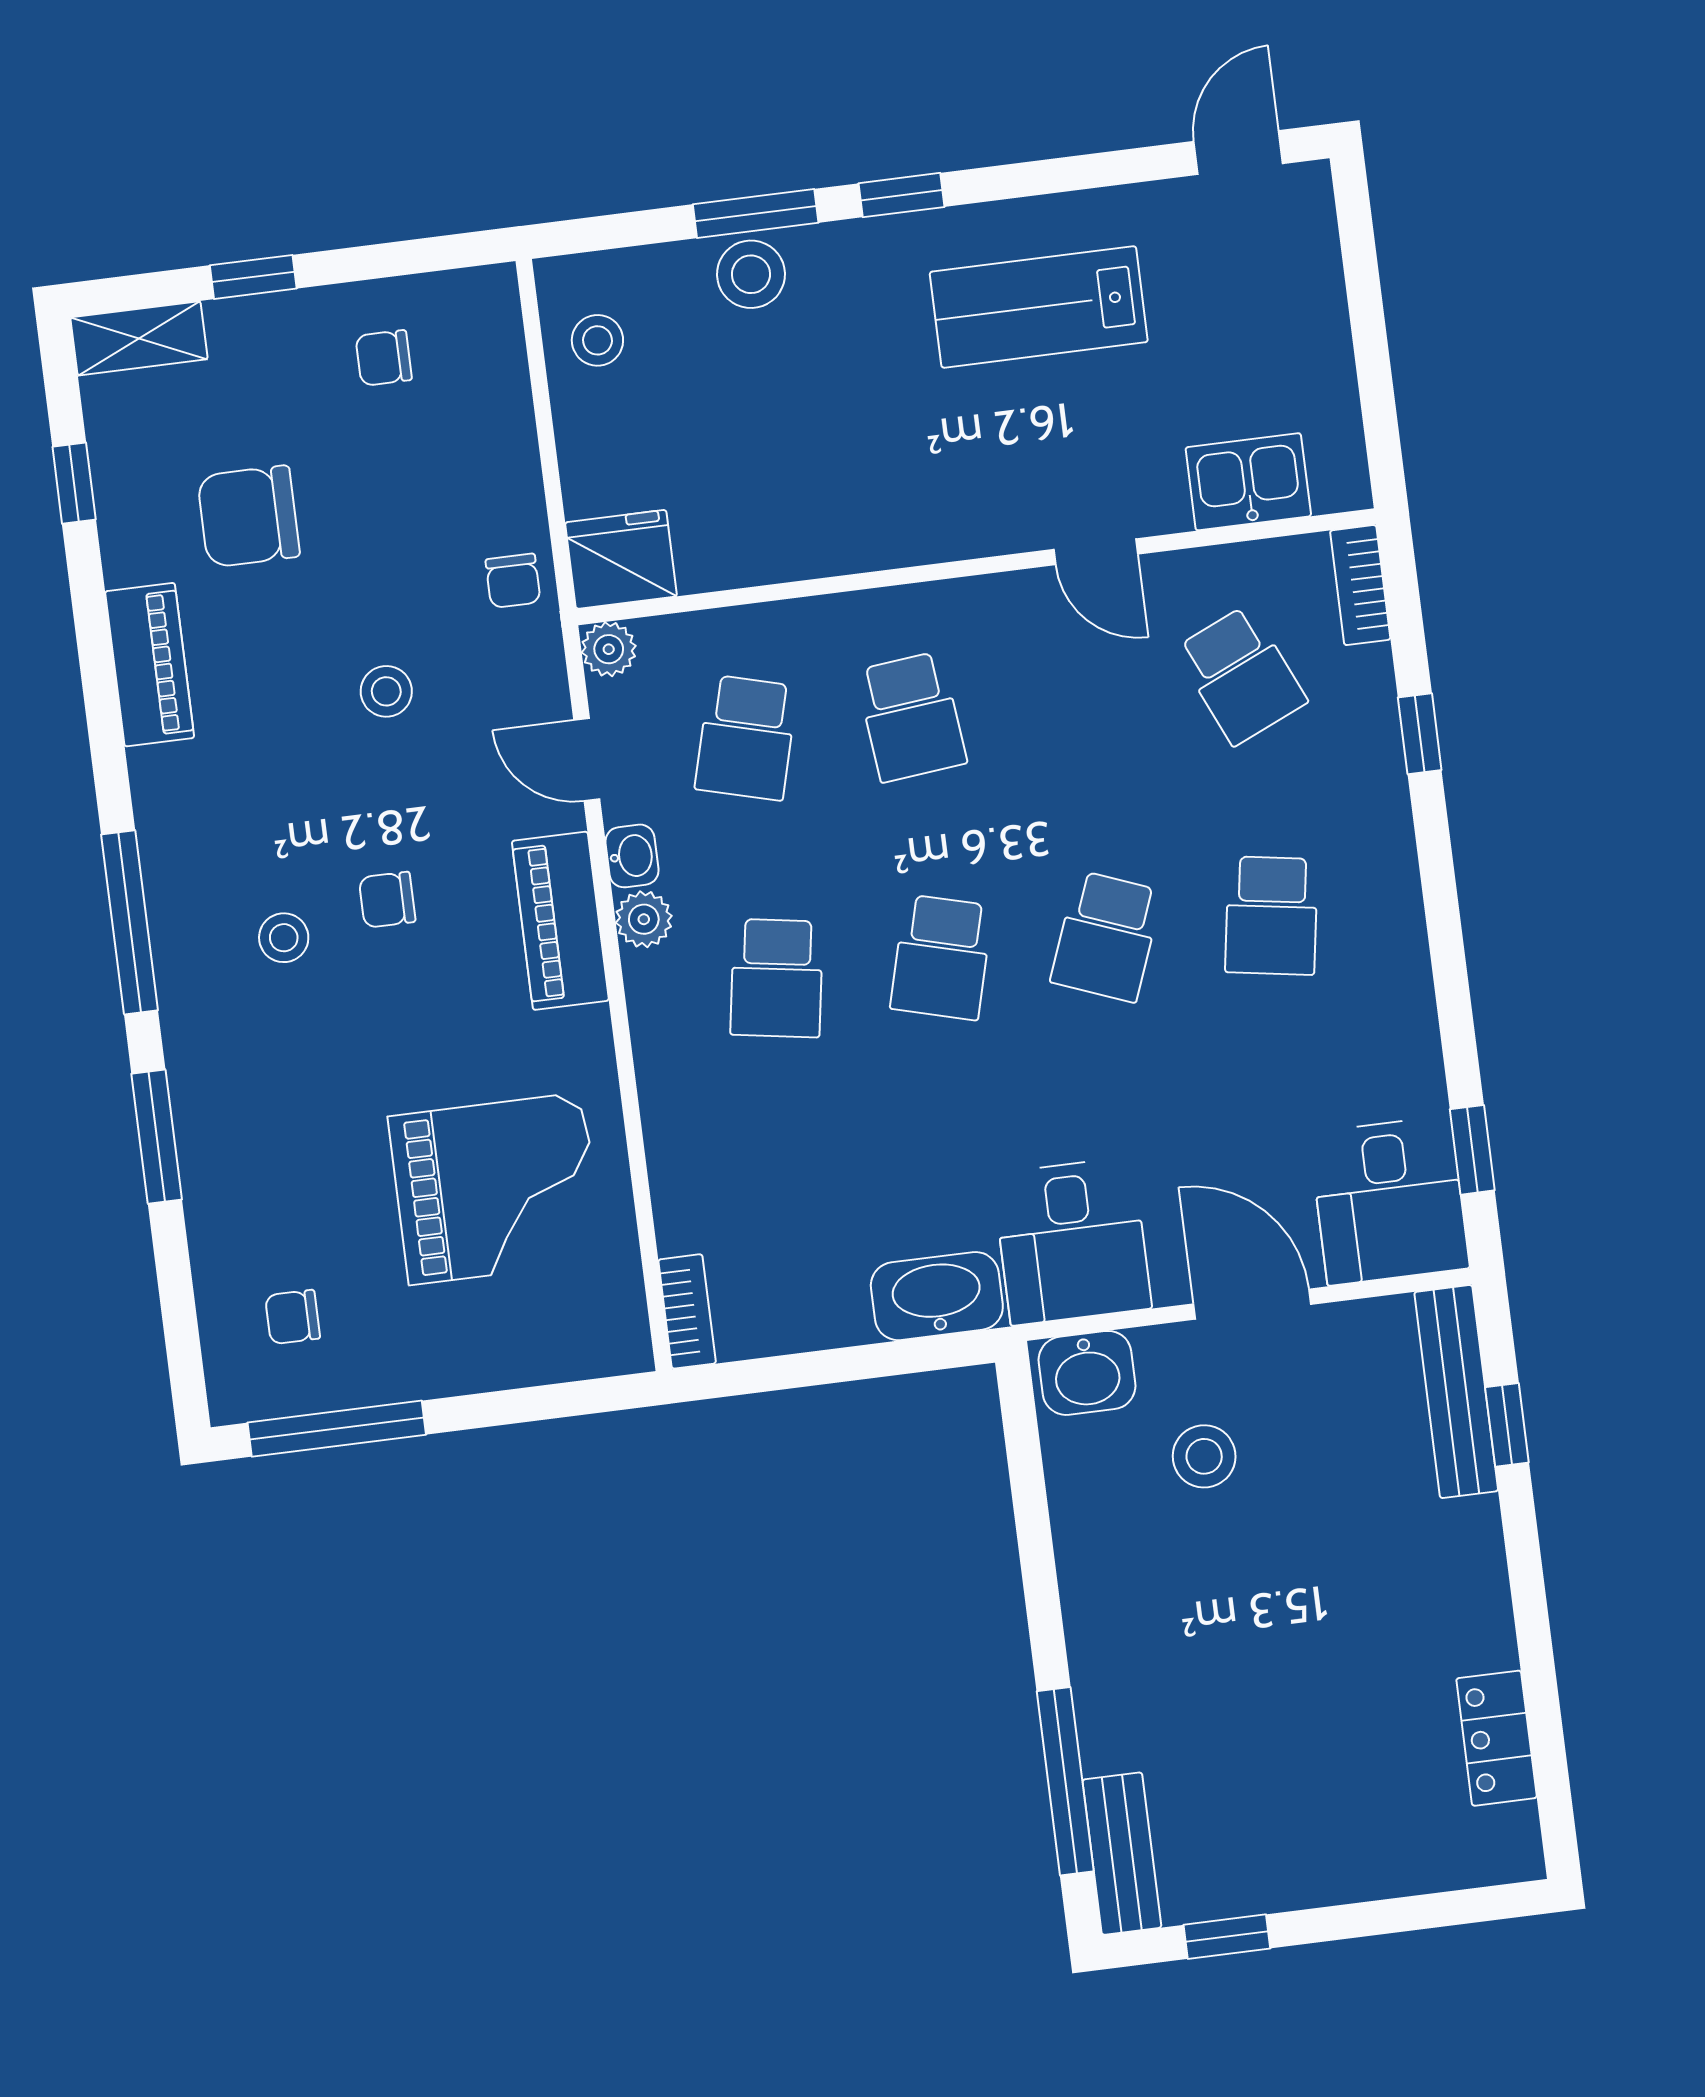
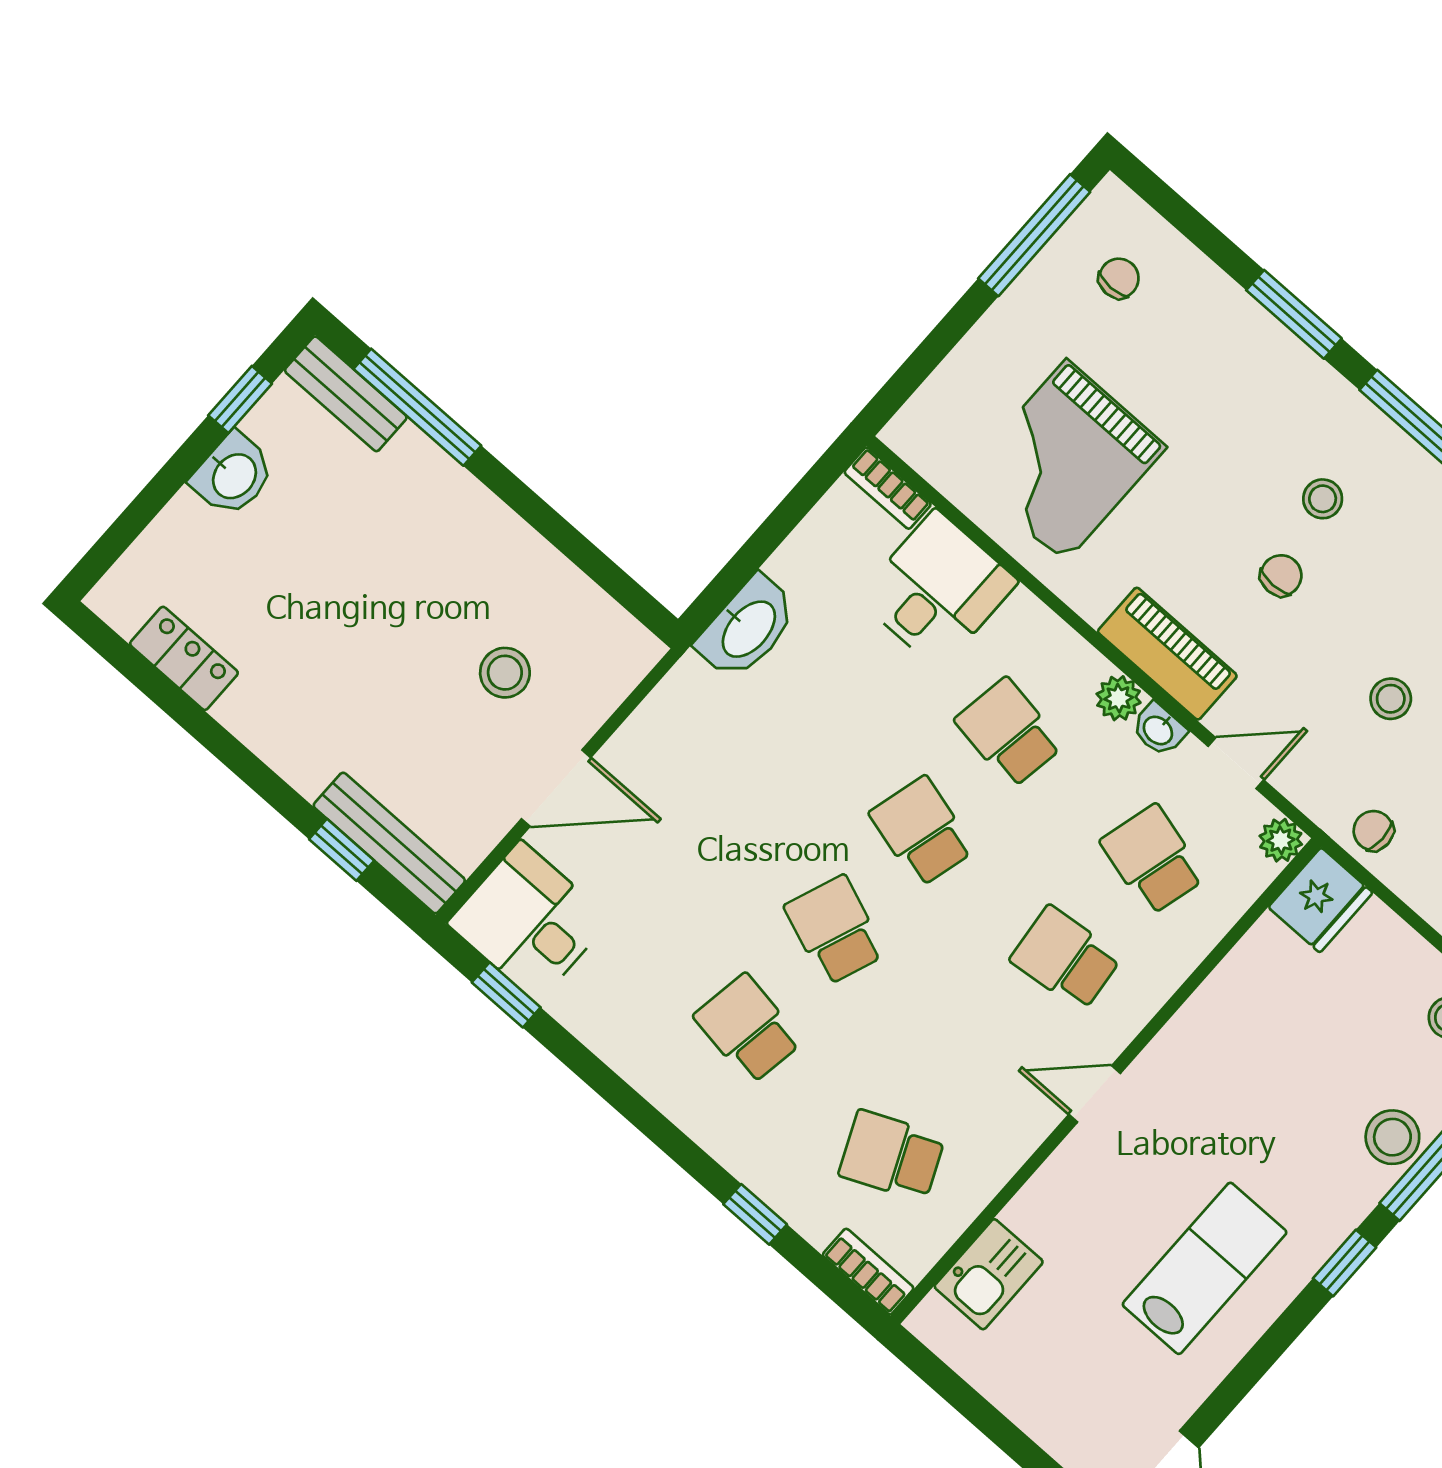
door: (1096, 552) -> (1095, 1094), moved
desk: (1072, 1241) -> (937, 590), moved, turned 90
washbasin: (1087, 1373) -> (233, 475), moved, turned 180

